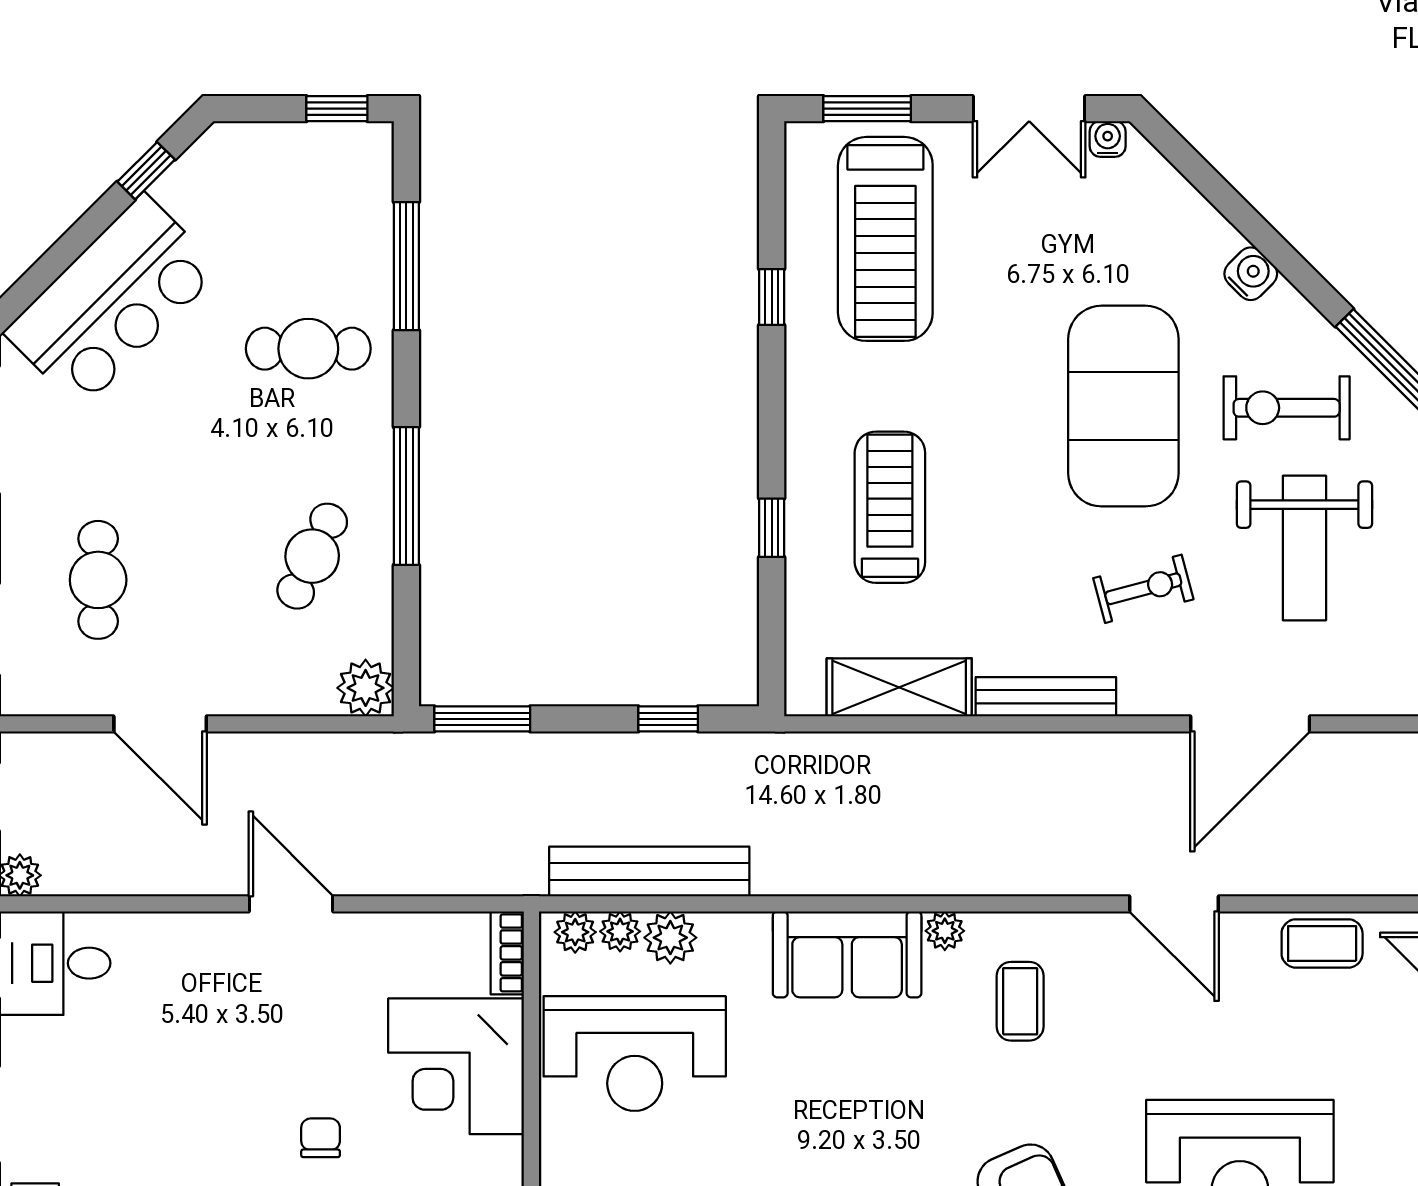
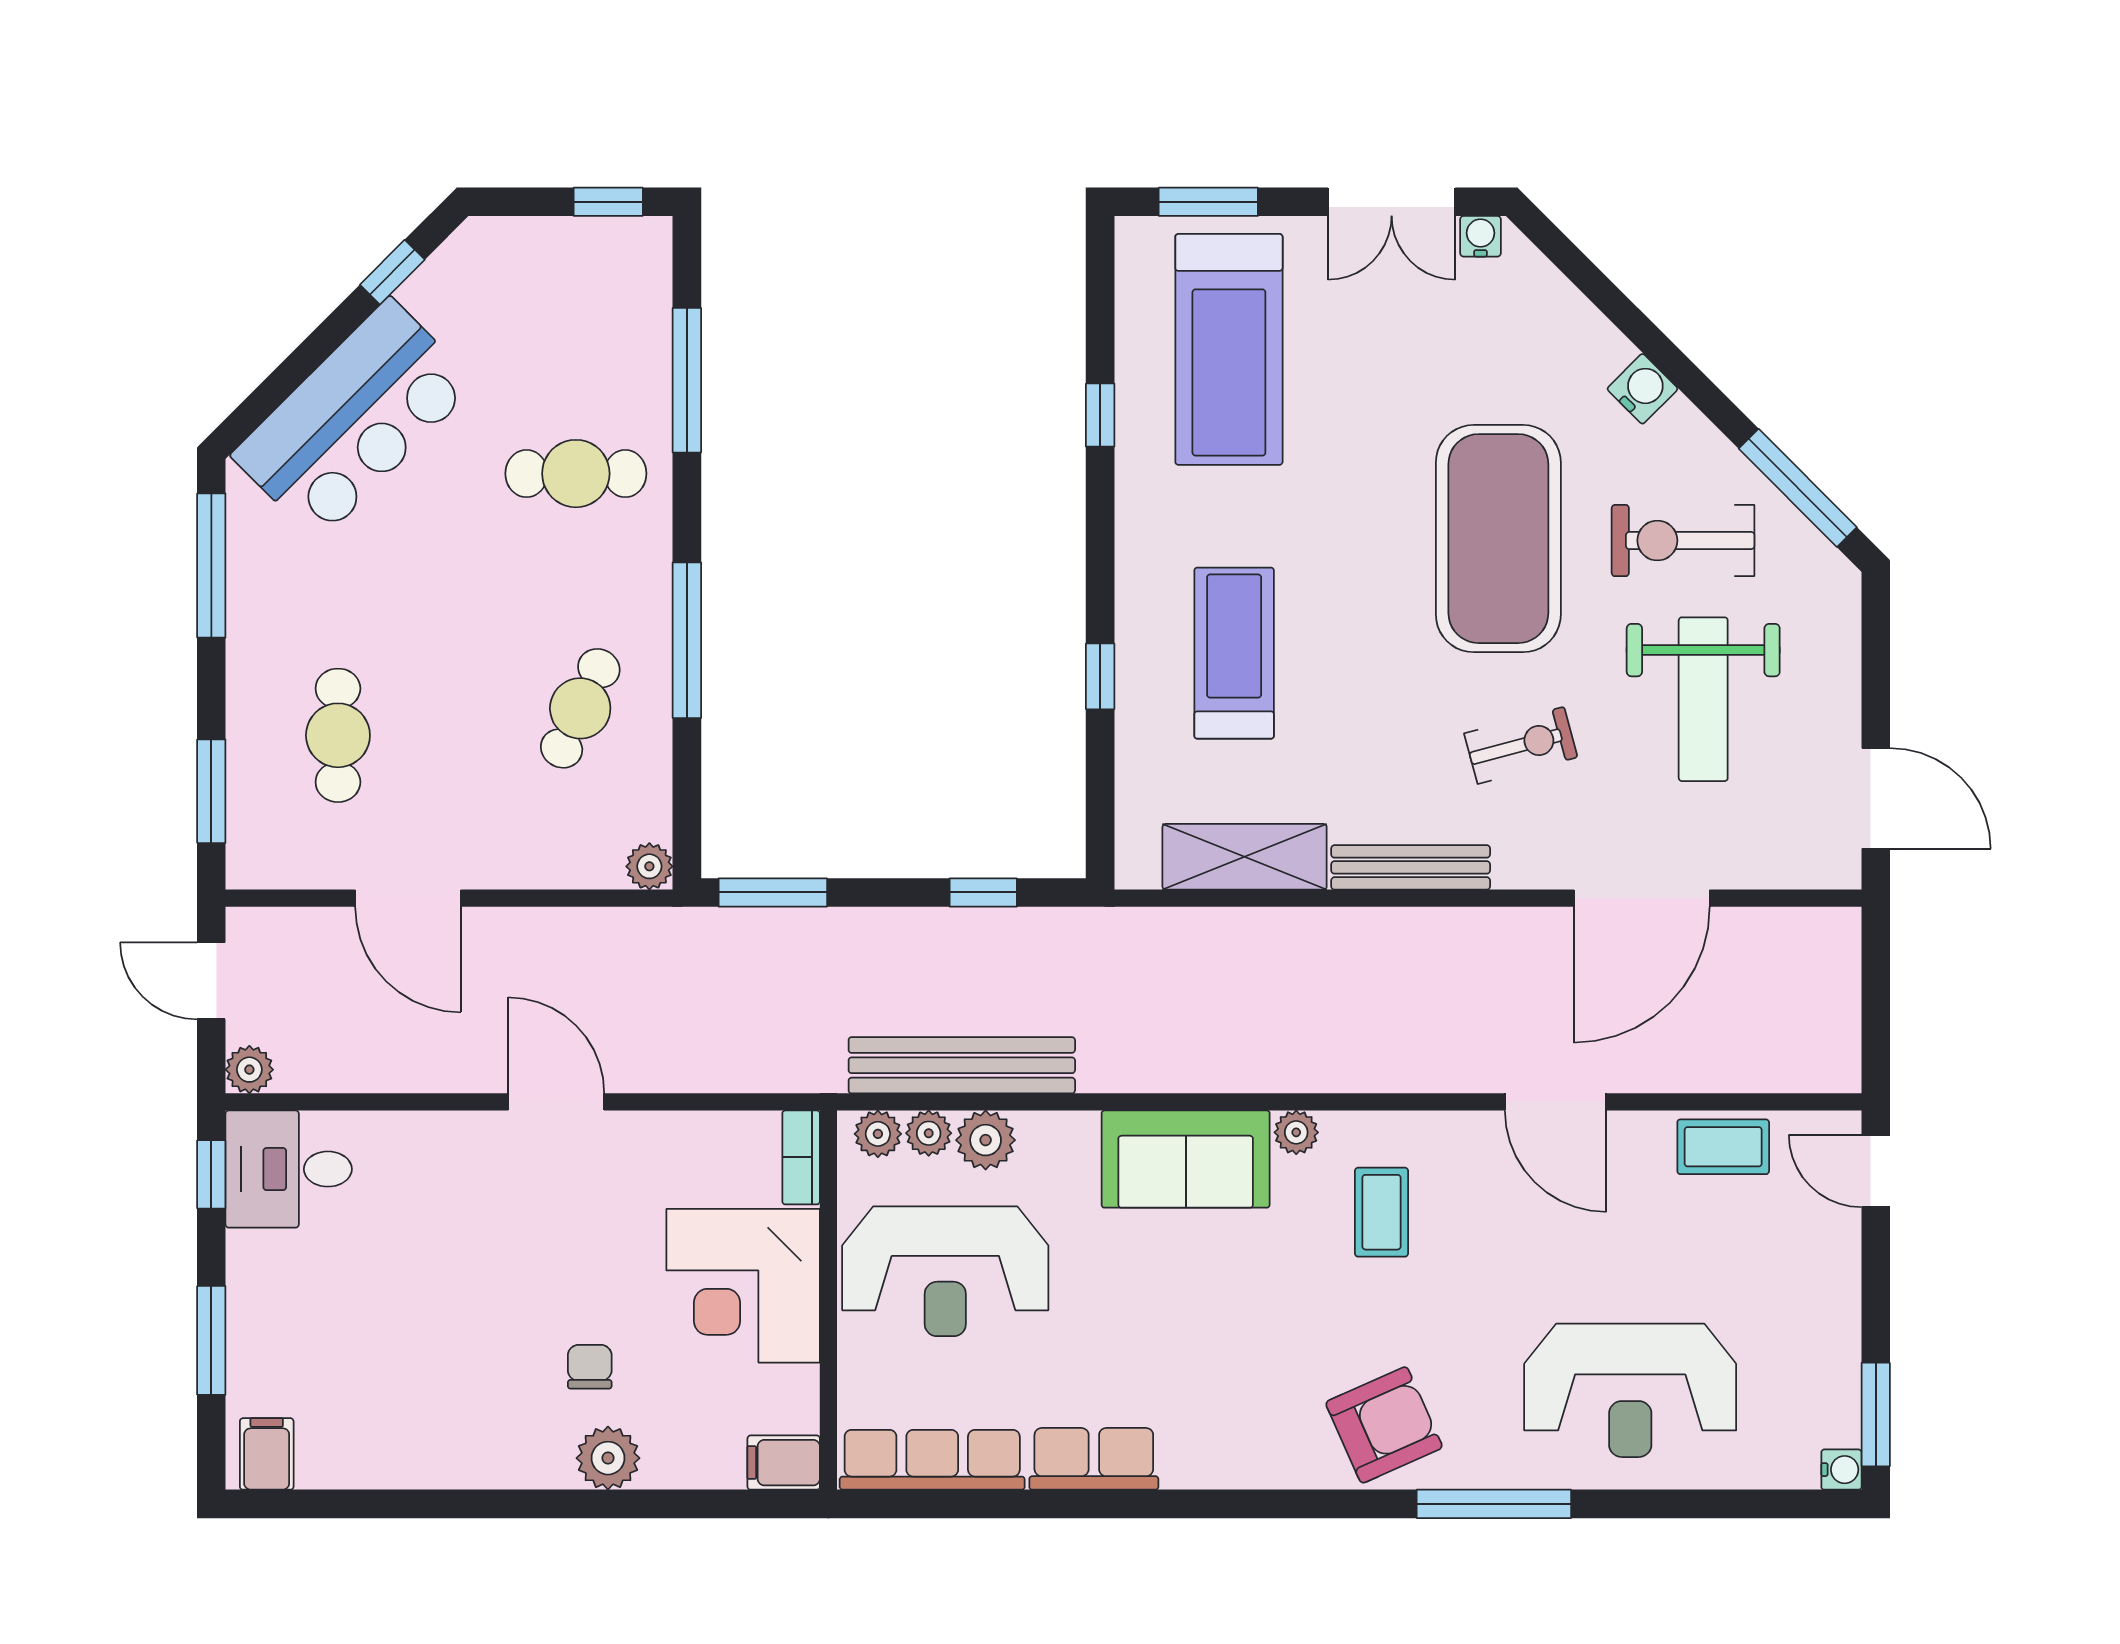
plant: (366, 688) -> (649, 866), width x0.73, depth x0.73

